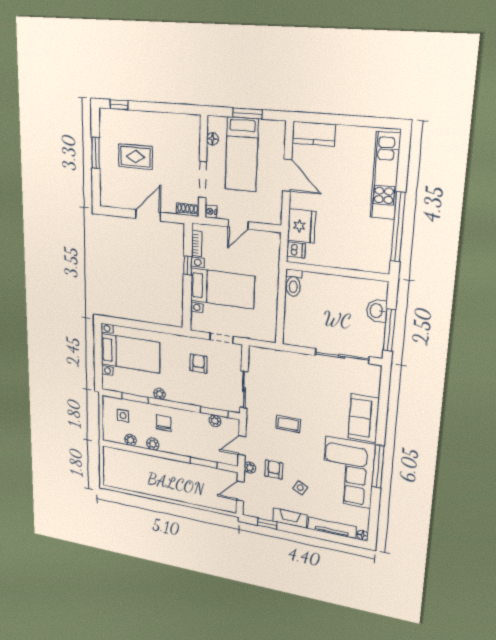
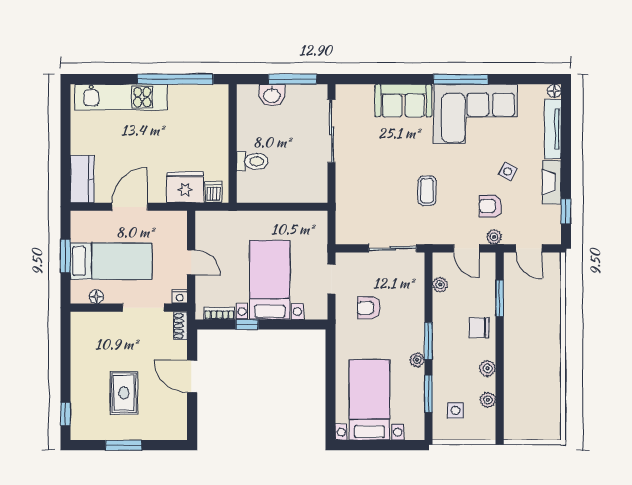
toilet: (293, 283) -> (252, 161), moved
window: (214, 412) -> (428, 341), moved
chair: (164, 423) -> (479, 328), moved

